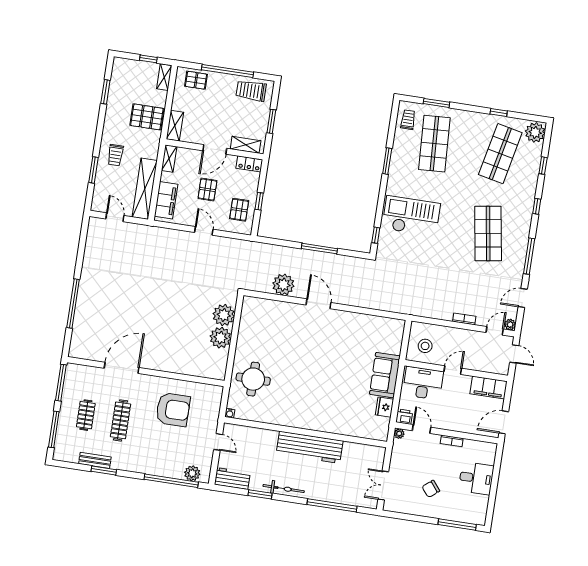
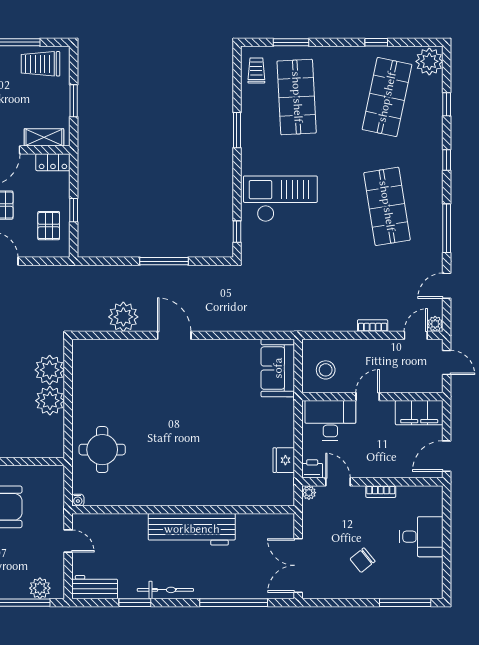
sofa: (385, 375) -> (278, 368), moved
double door: (383, 486) -> (298, 565), width x1.37

